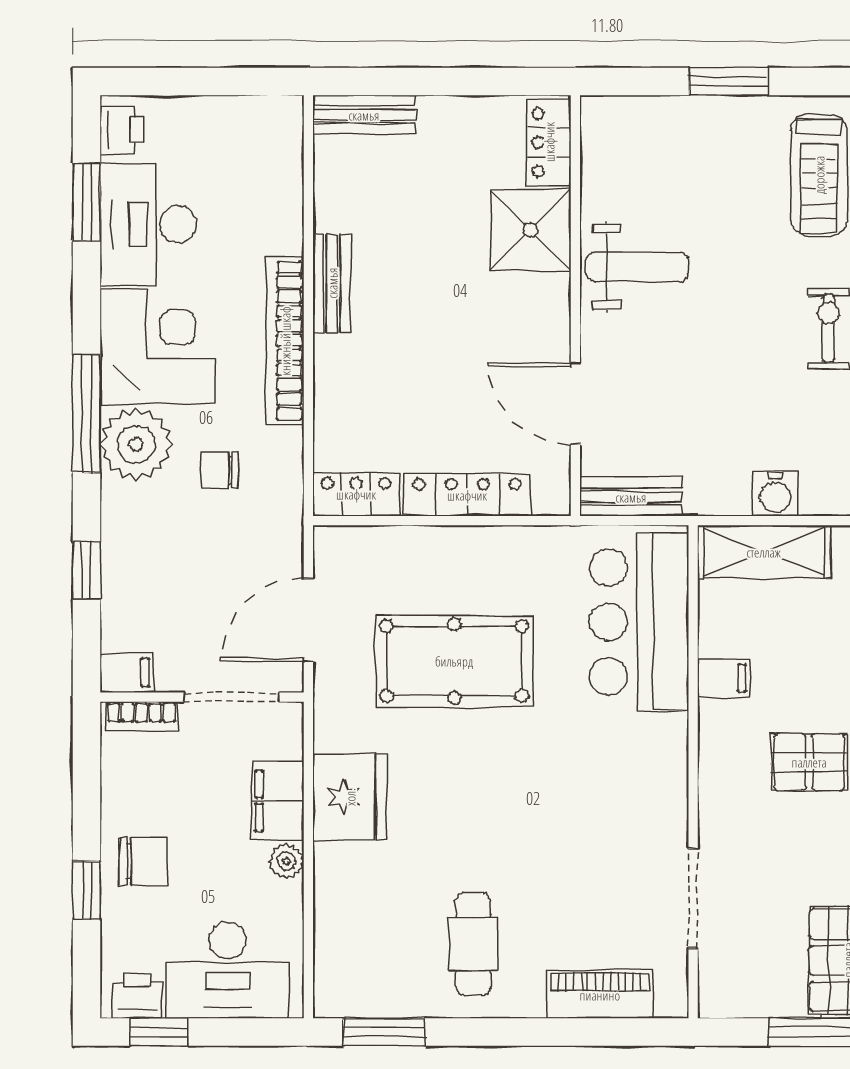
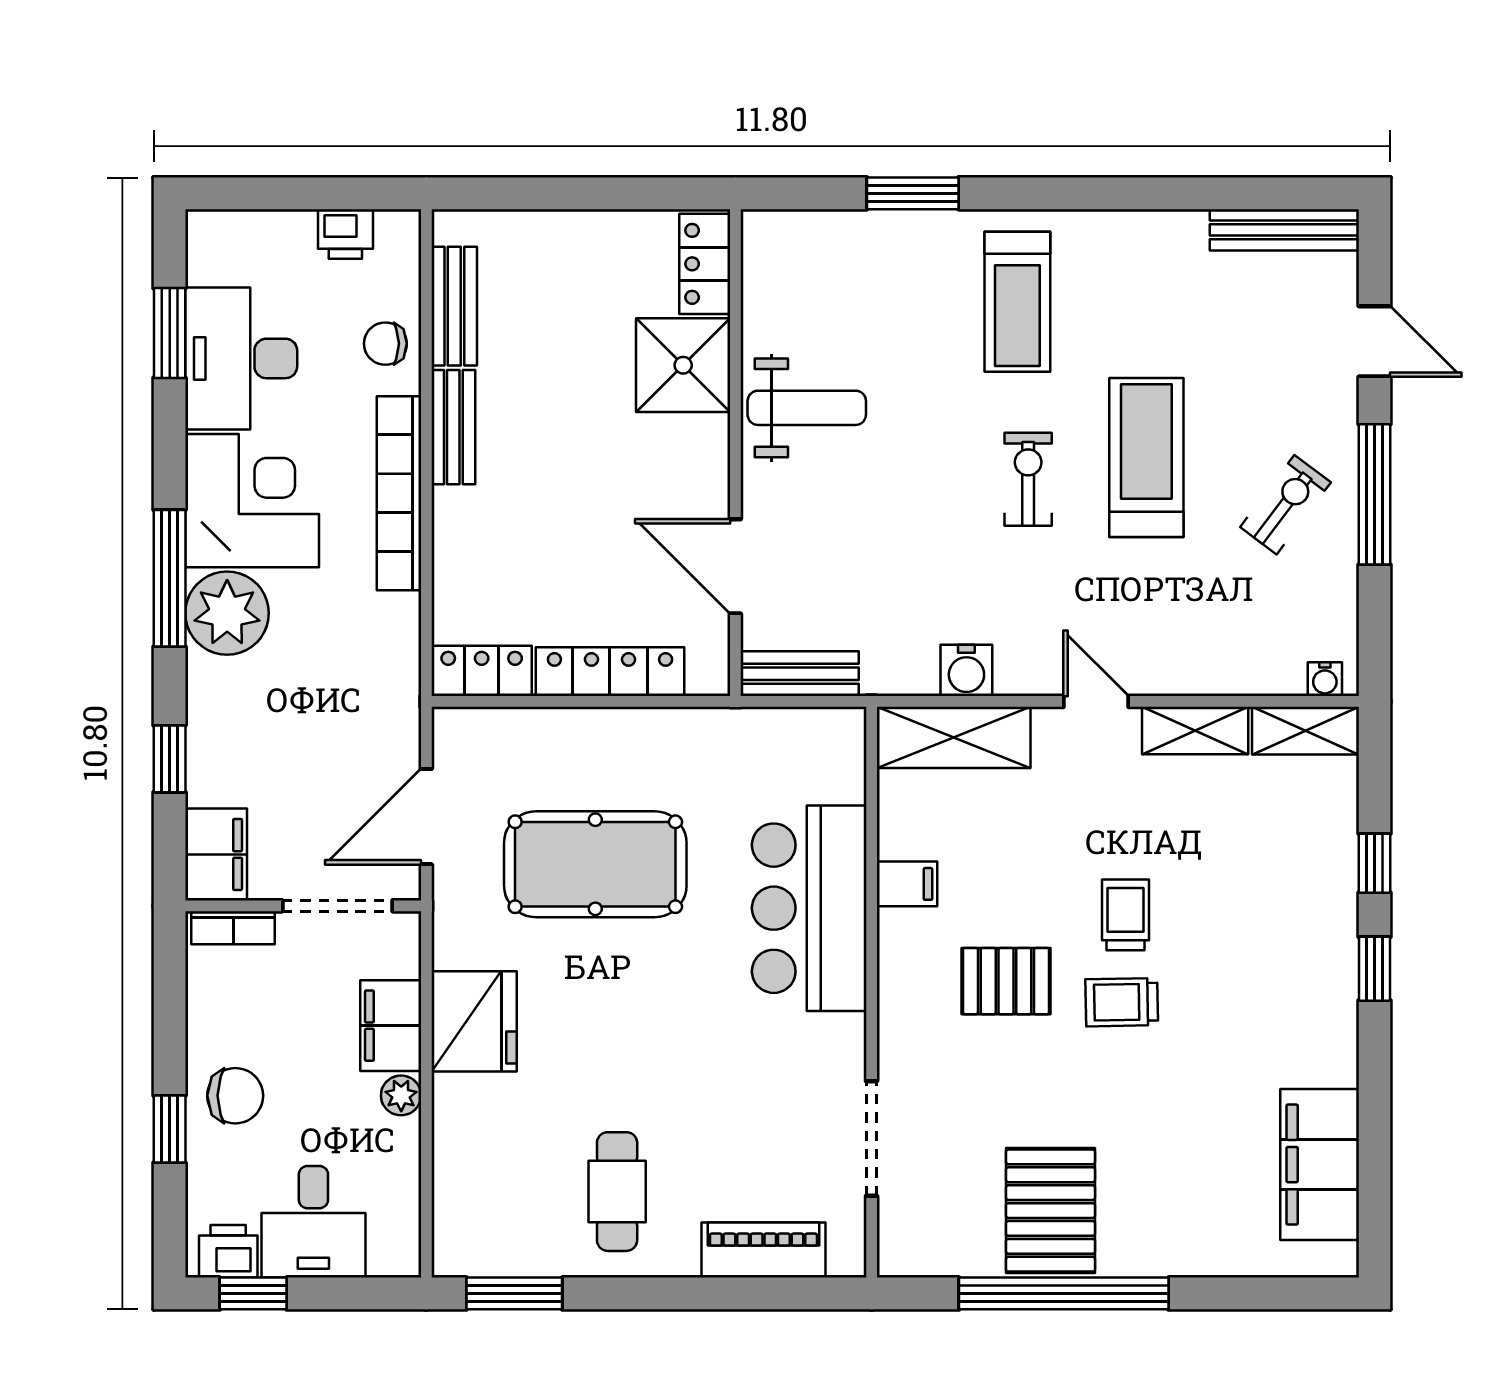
bench: (364, 115) -> (454, 306), moved, turned 90
printer: (122, 130) -> (345, 234), moved, turned 90
chair: (219, 470) -> (385, 344), moved
bar counter: (639, 622) -> (809, 908), moved
filing cabinet: (127, 673) -> (216, 854), width x2.00
desk: (227, 970) -> (313, 1222), width x0.73

